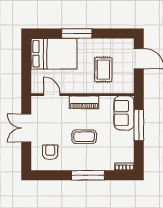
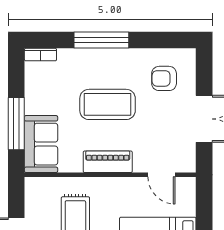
coffee table: (84, 137) -> (108, 104), width x1.36, depth x1.32
armchair: (50, 152) -> (164, 78), turned 90

